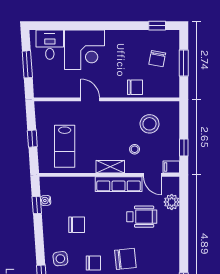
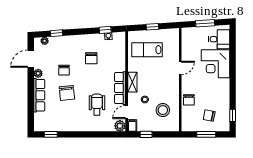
plant: (172, 202) -> (120, 126), moved
wheelchair: (142, 217) -> (97, 105), turned 180
side table: (60, 259) -> (67, 47), removed

